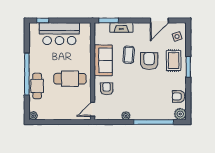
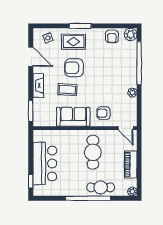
fireplace: (121, 27) -> (38, 86), moved
piano: (58, 114) -> (131, 164), added

